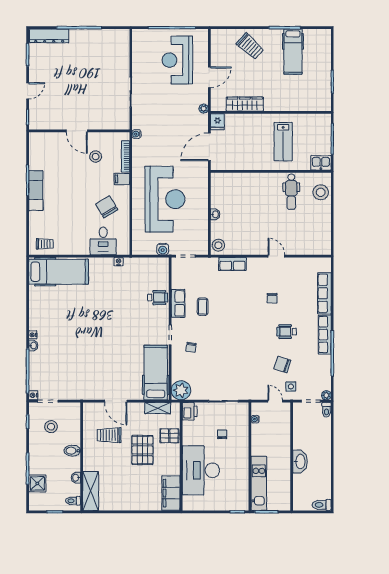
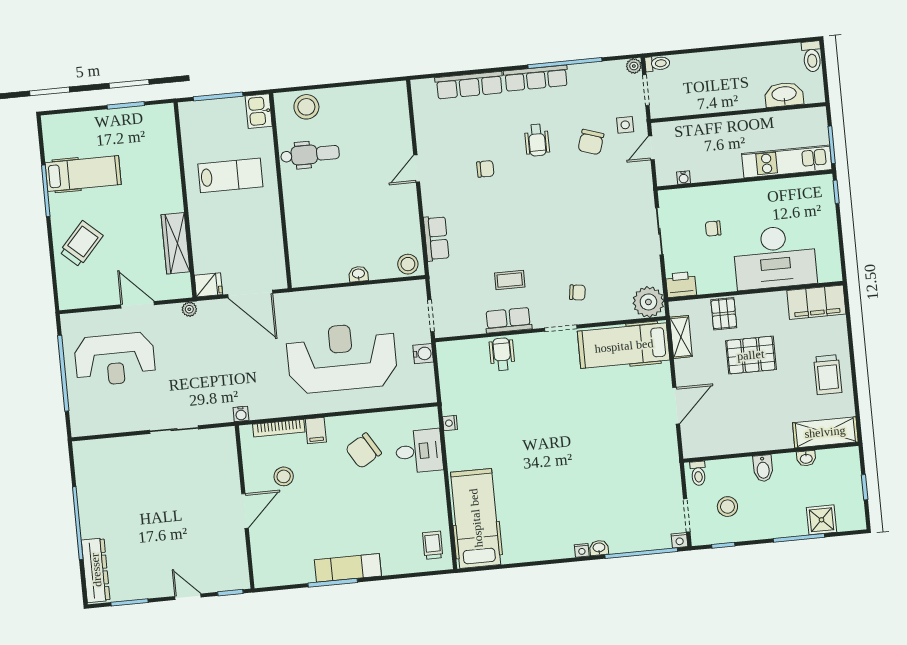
trolley: (109, 435) -> (828, 375), moved
washbasin: (300, 461) -> (784, 95), moved
toilet: (73, 501) -> (698, 473), moved

